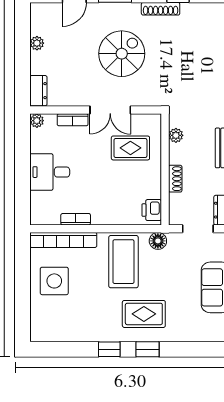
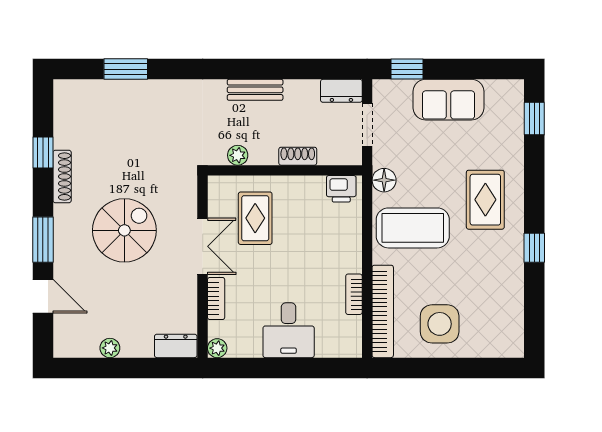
spiral stairs: (122, 54) -> (124, 230), turned 90
window: (148, 349) -> (534, 118), moved

